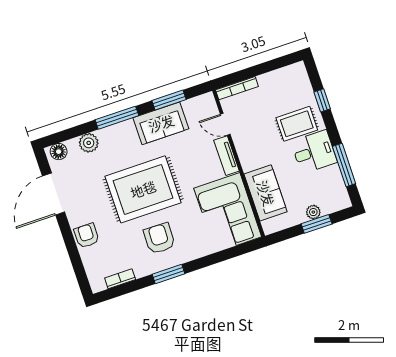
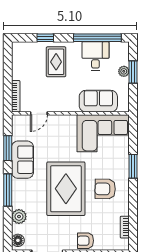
desk: (314, 152) -> (95, 56), moved
tv unit: (227, 156) -> (62, 120), removed
window: (344, 165) -> (97, 38), width x1.46
window: (168, 274) -> (133, 166), moved

